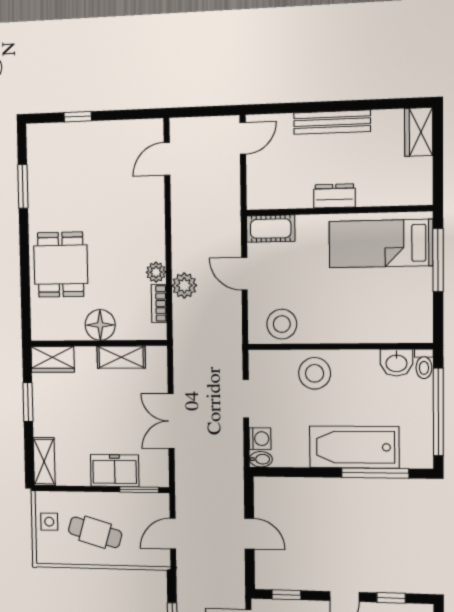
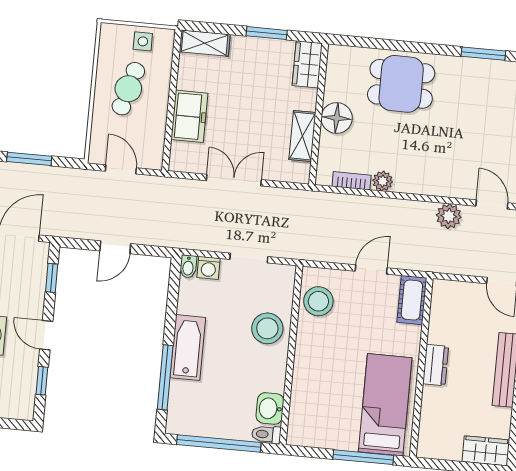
plant: (184, 285) -> (449, 216), moved
bathtub: (354, 447) -> (188, 348), width x0.73, depth x0.73
window: (139, 490) -> (168, 140), removed

